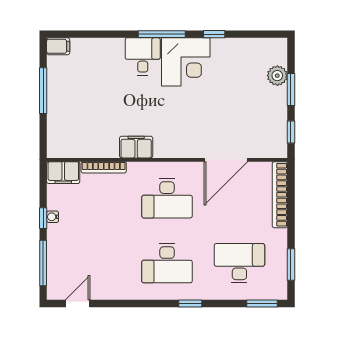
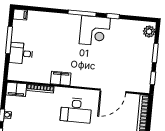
desk: (143, 56) -> (21, 53), moved, turned -90
plant: (277, 76) -> (149, 32), moved

